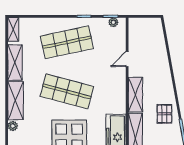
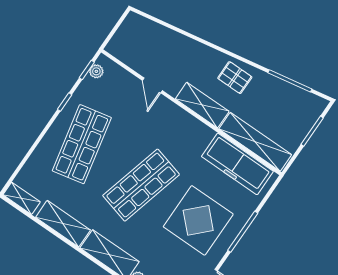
pallet: (164, 114) -> (235, 78), moved

